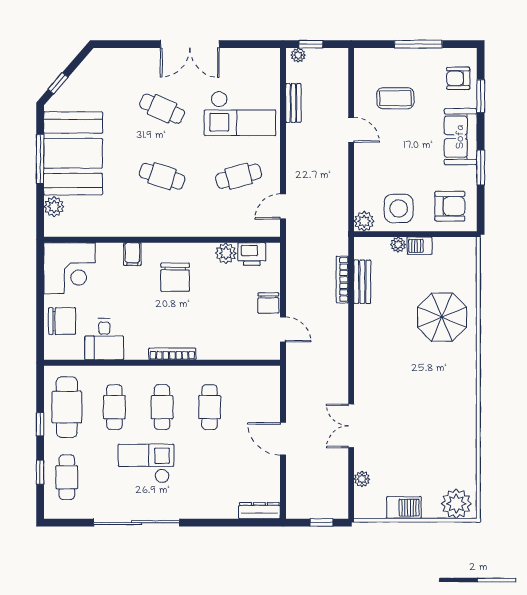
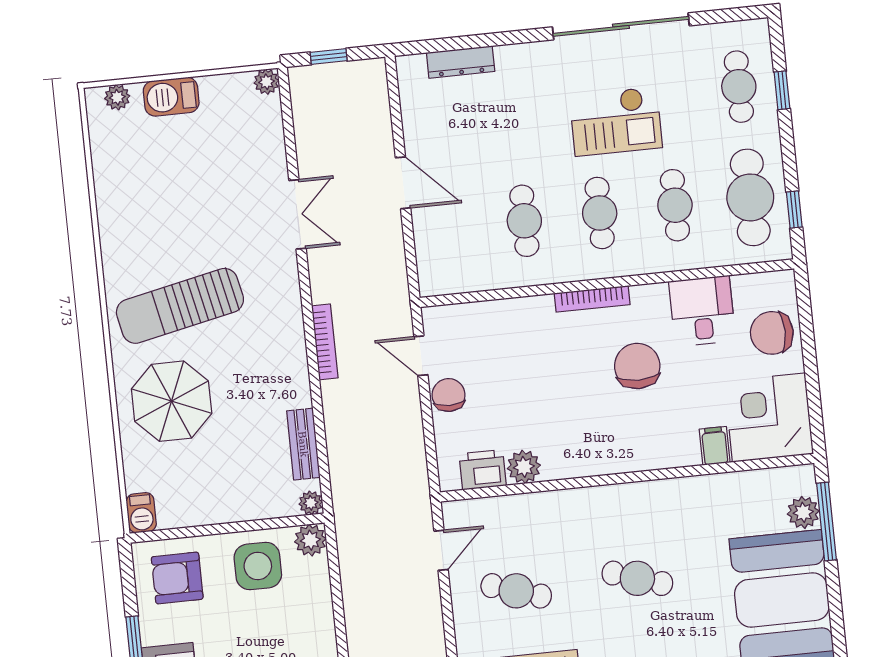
window: (40, 159) -> (827, 521), moved
cafe table: (239, 176) -> (516, 591), turned 33
plant: (398, 245) -> (311, 503), moved
barbecue: (420, 246) -> (141, 513), moved, turned 90
filing cabinet: (132, 254) -> (715, 446), moved
chair: (175, 277) -> (637, 366), moved
bookcase: (342, 279) -> (325, 342), moved
sun lounger: (431, 376) -> (180, 306), added
window: (40, 424) -> (794, 210), moved
plant: (362, 479) -> (266, 82), moved
plant: (456, 504) -> (117, 97), width x0.53, depth x0.53
barbecue: (404, 508) -> (171, 97), moved
dresser: (259, 511) -> (461, 62), moved

